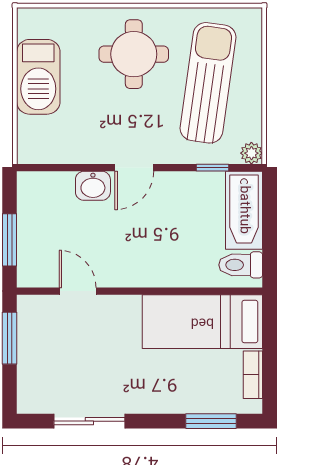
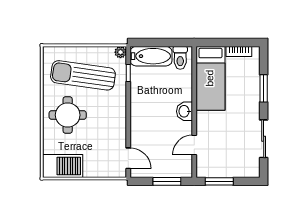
barbecue: (38, 77) -> (63, 166), moved
door: (134, 168) -> (128, 158), moved
washbasin: (93, 186) -> (184, 111), moved, turned 180
window: (211, 421) -> (264, 88), moved

